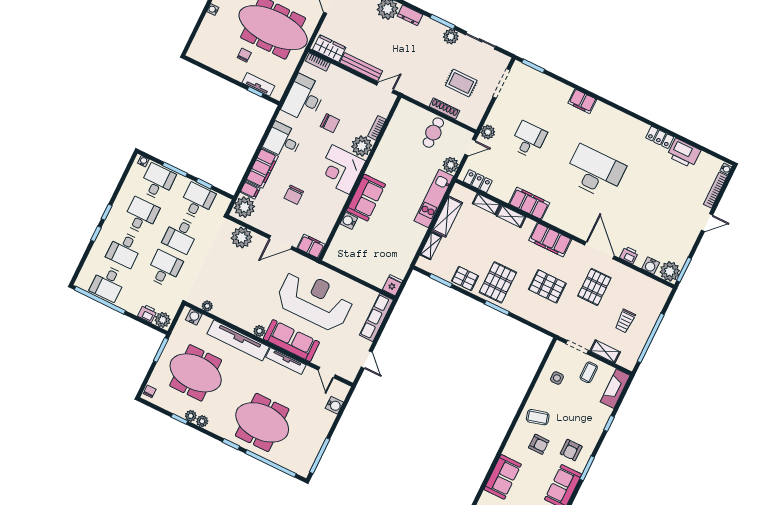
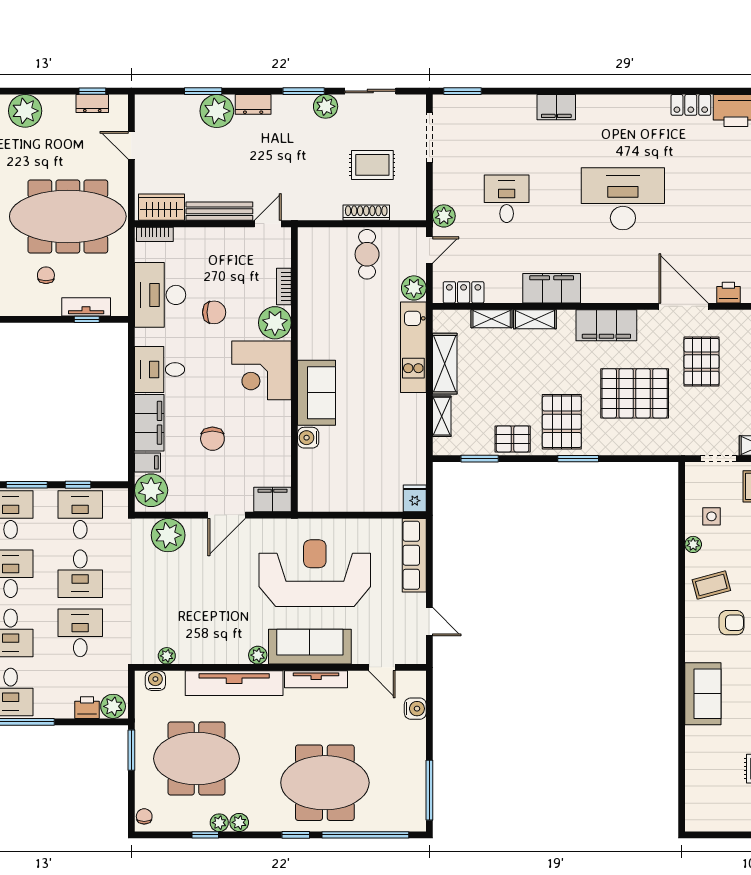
pallet: (547, 286) -> (635, 393), width x1.37, depth x1.41
plant: (539, 389) -> (693, 544), added

